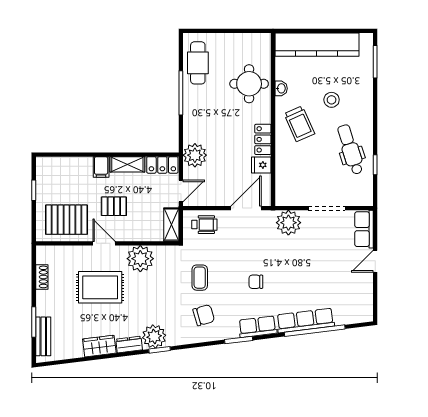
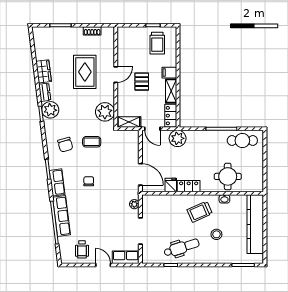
trolley: (59, 184) -> (157, 43), added
pallet: (67, 220) -> (132, 48), removed
plant: (288, 223) -> (134, 204), width x0.53, depth x0.53
wheelchair: (204, 225) -> (82, 249), moved
plant: (140, 259) -> (105, 112), moved
bench: (43, 336) -> (50, 32), removed

